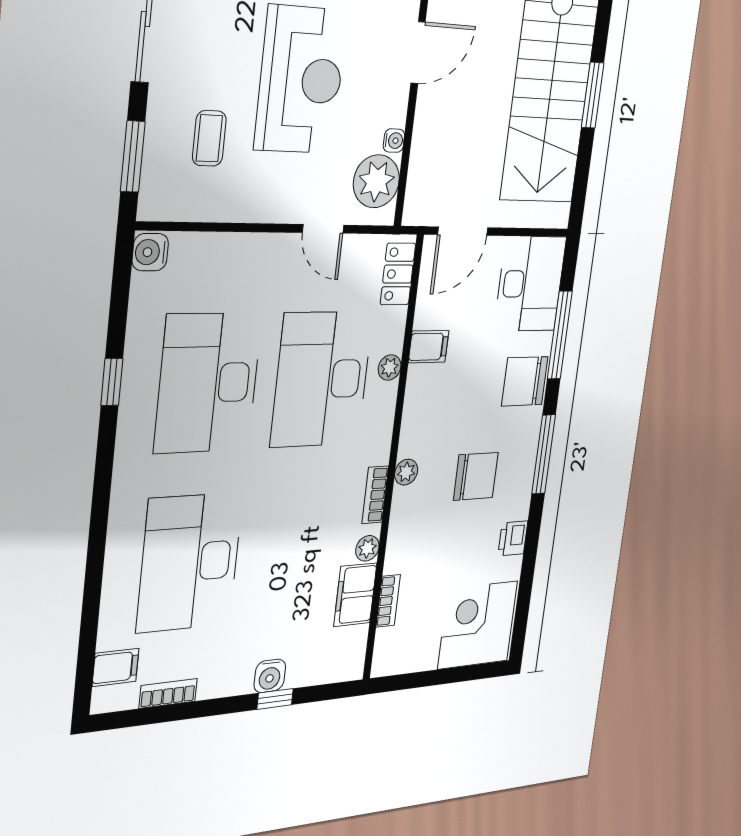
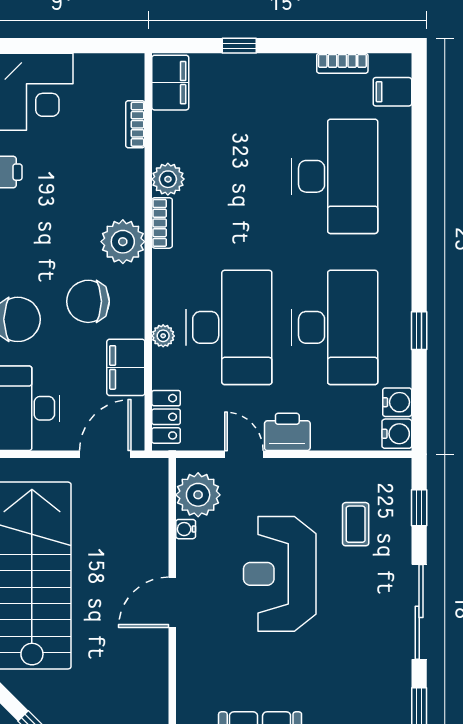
window: (133, 157) -> (419, 508), width x0.67
printer: (274, 255) -> (287, 432), added
filing cabinet: (429, 347) -> (126, 367), width x2.00
plant: (406, 472) -> (123, 242), width x1.88, depth x1.88
chair: (476, 476) -> (88, 301), moved
plant: (367, 548) -> (168, 179), width x1.38, depth x1.38
filing cabinet: (355, 595) -> (170, 83), moved
water cooler: (270, 676) -> (397, 402), moved, turned 90

